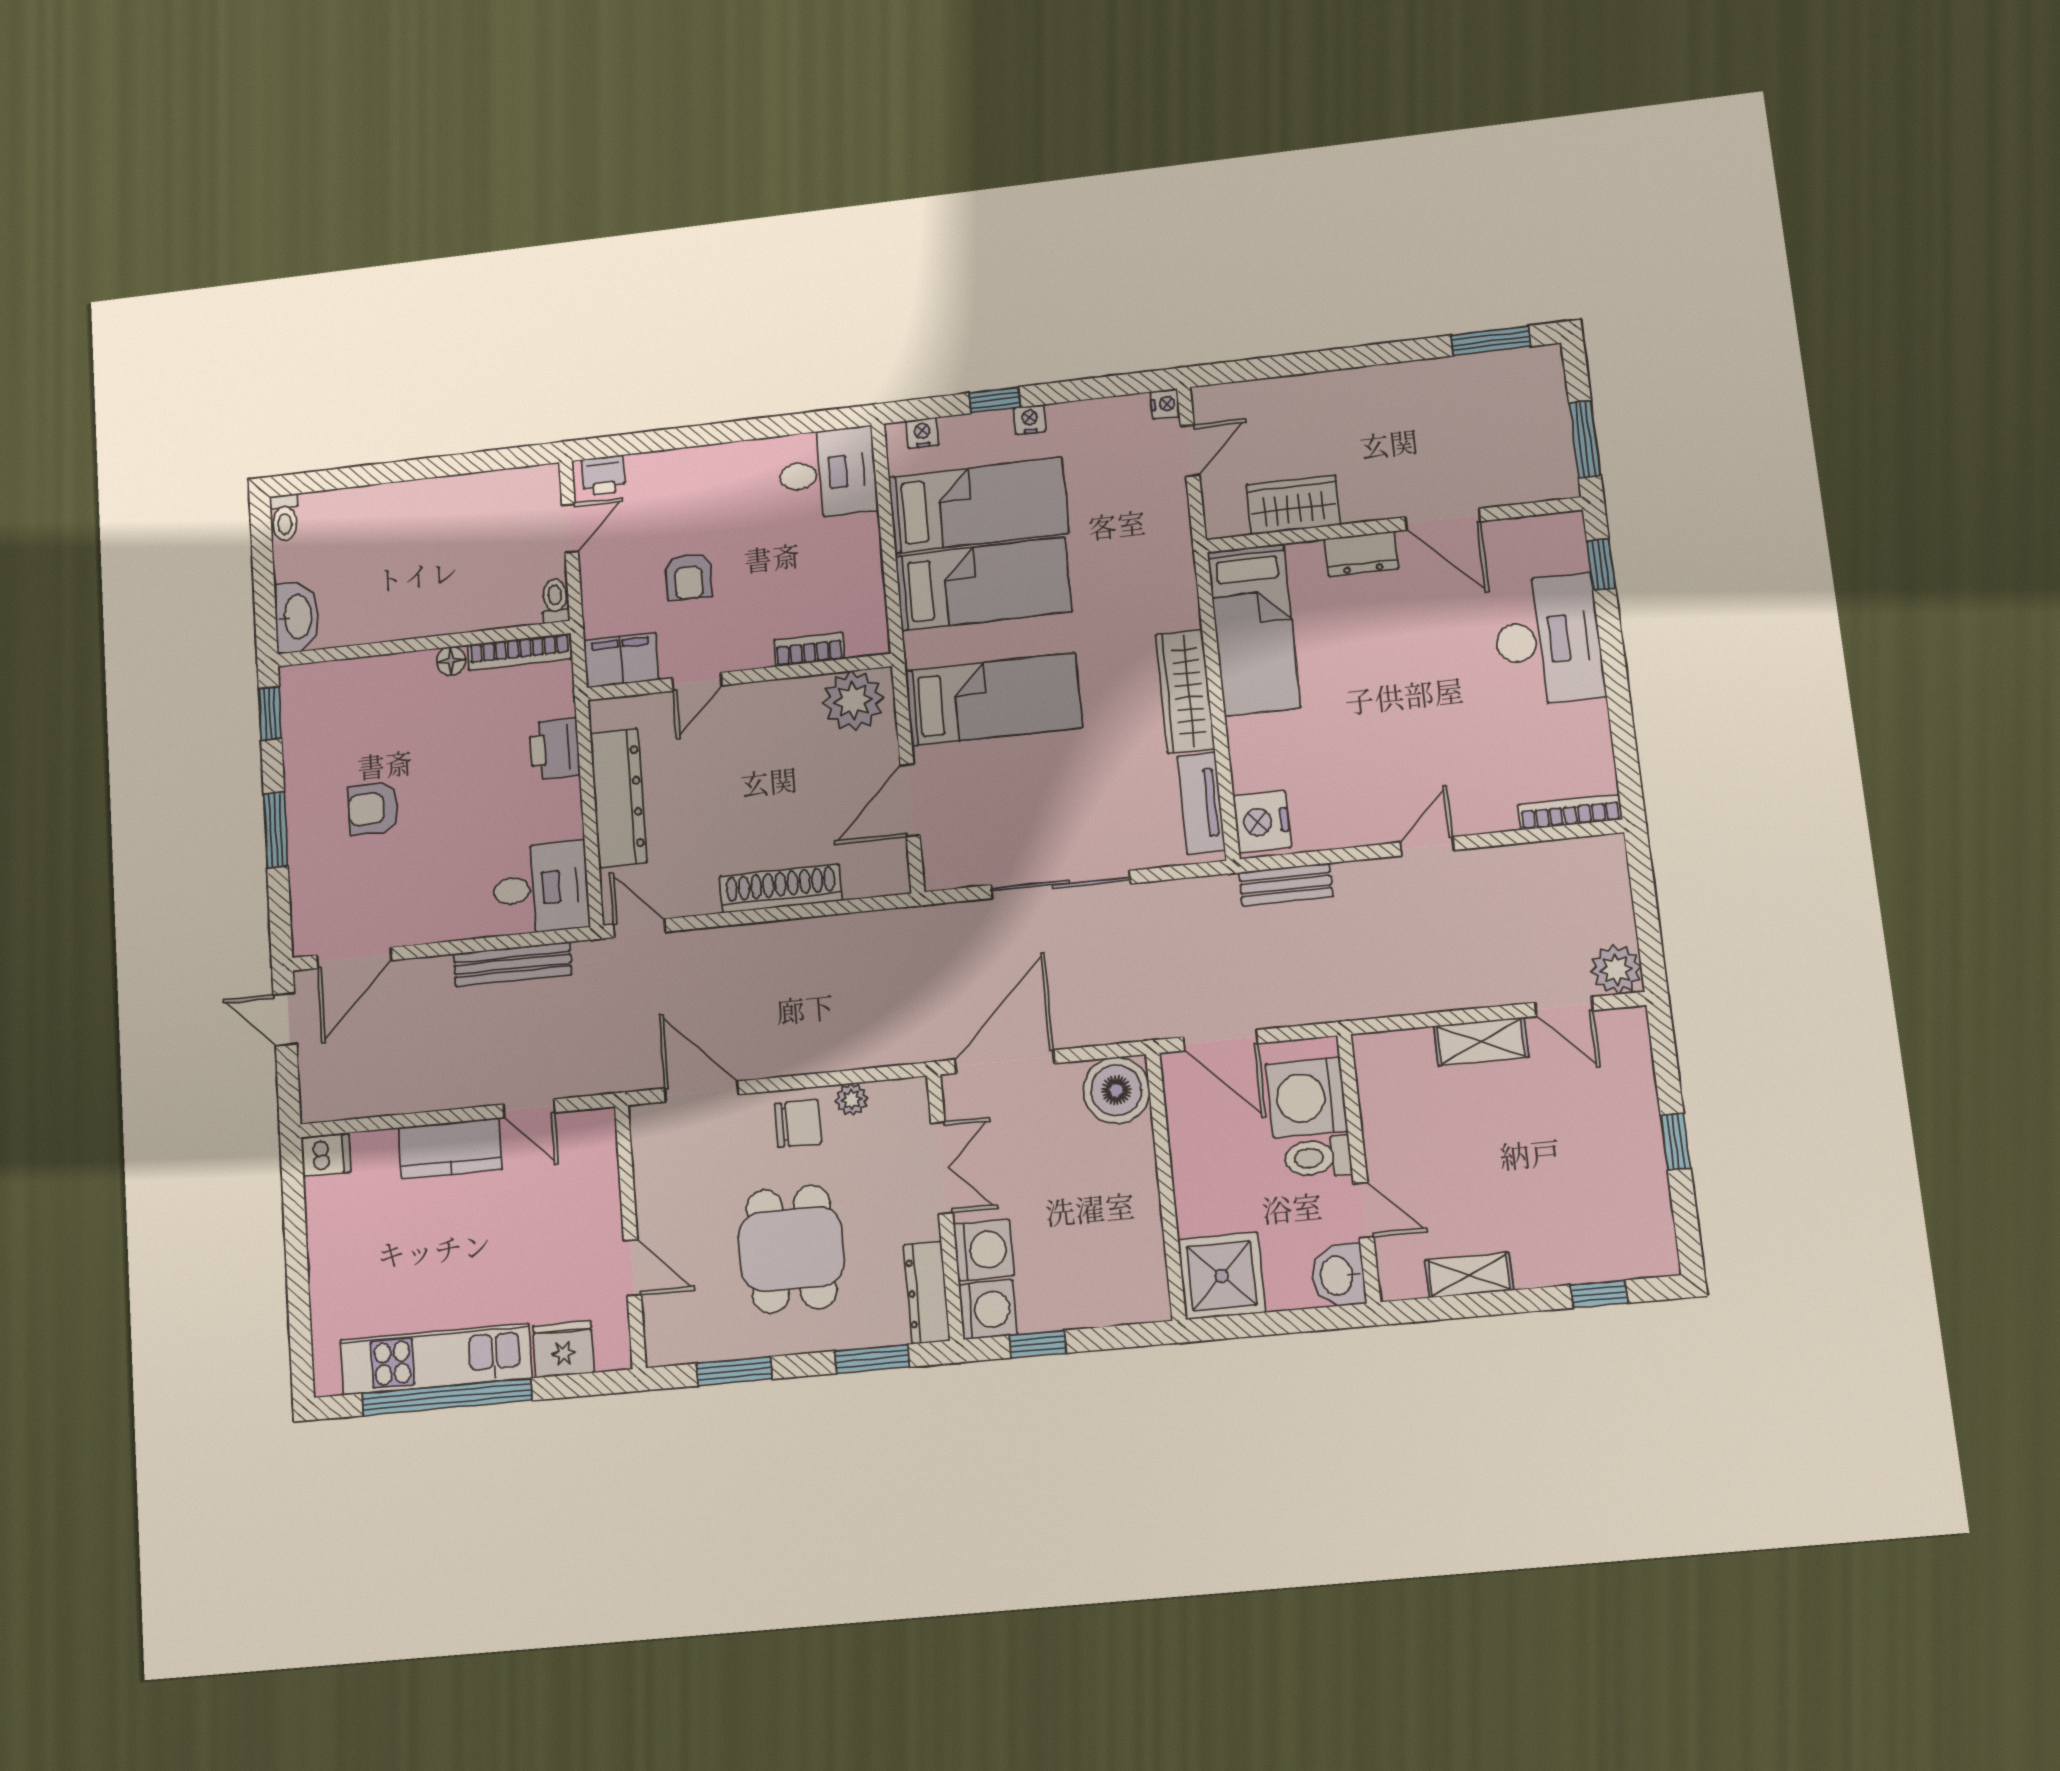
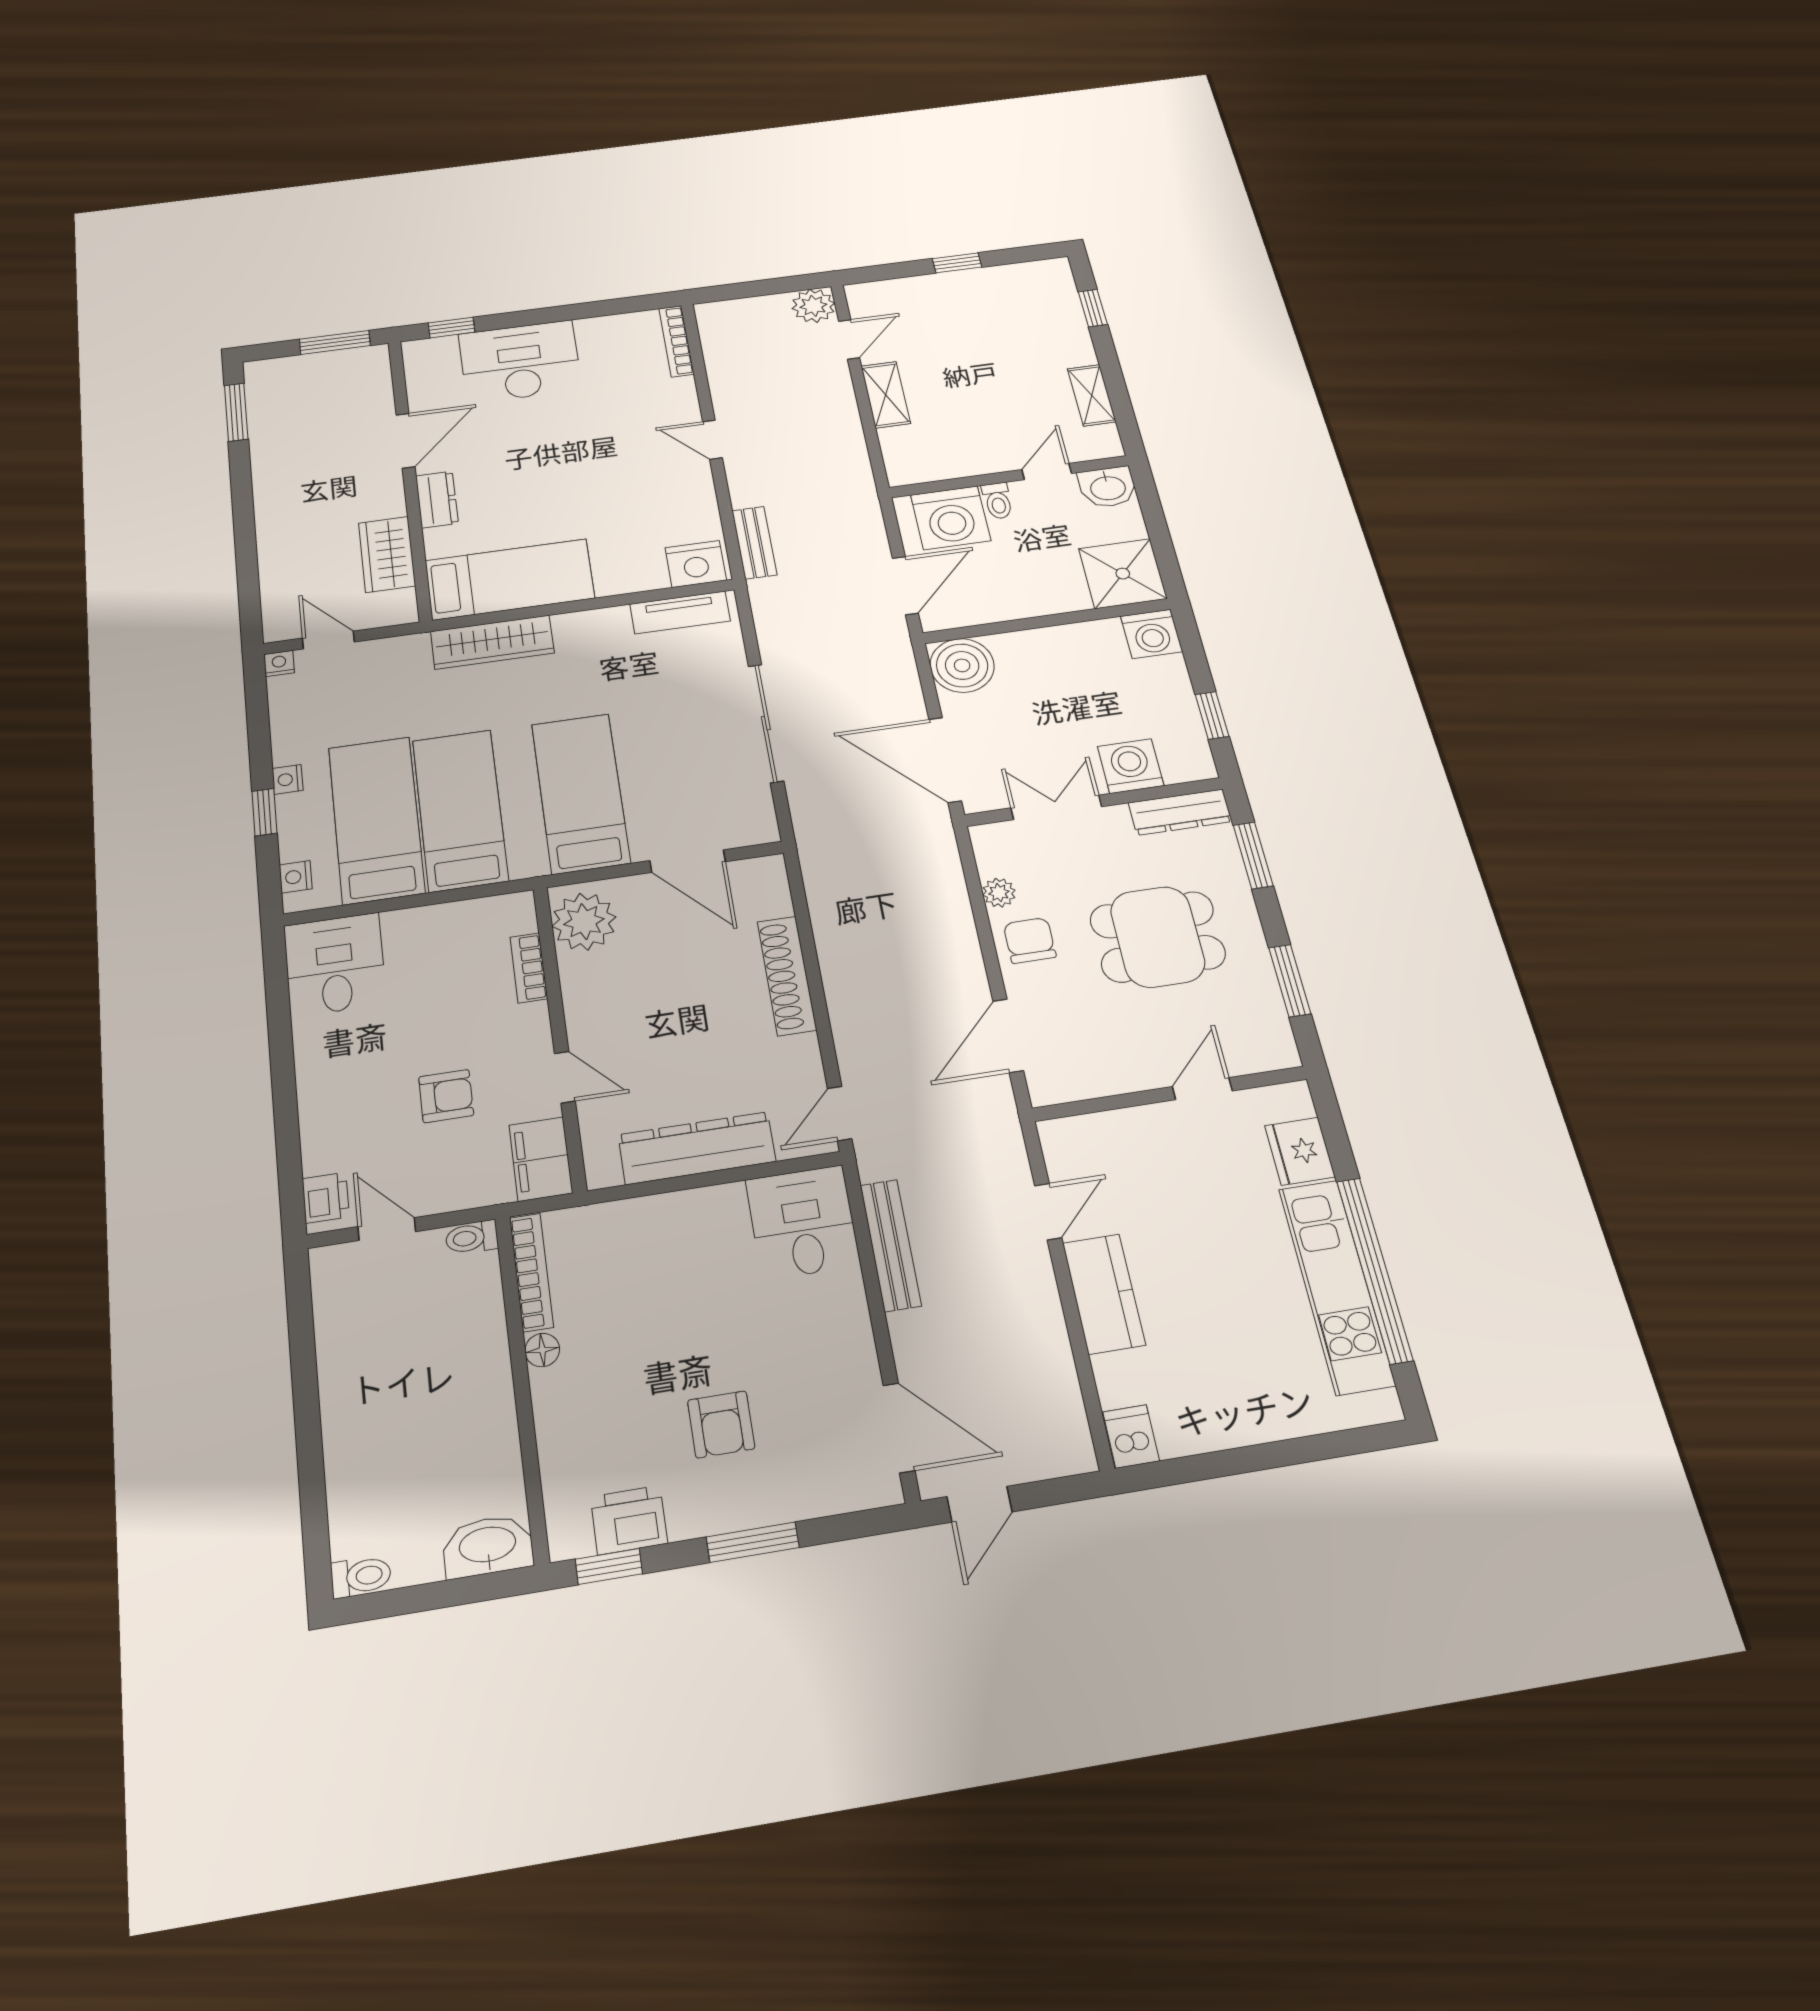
wardrobe: (1185, 691) -> (492, 642), moved
printer: (555, 749) -> (629, 1520), moved, turned 180
toilet: (1318, 1157) -> (998, 501), width x0.73, depth x0.72
washing machine: (988, 1310) -> (1152, 634), moved, turned 180

